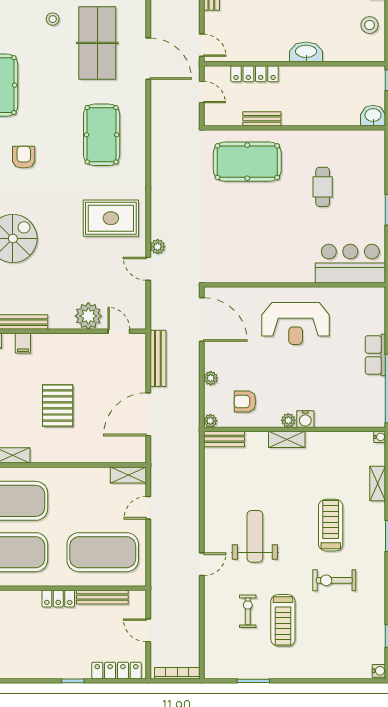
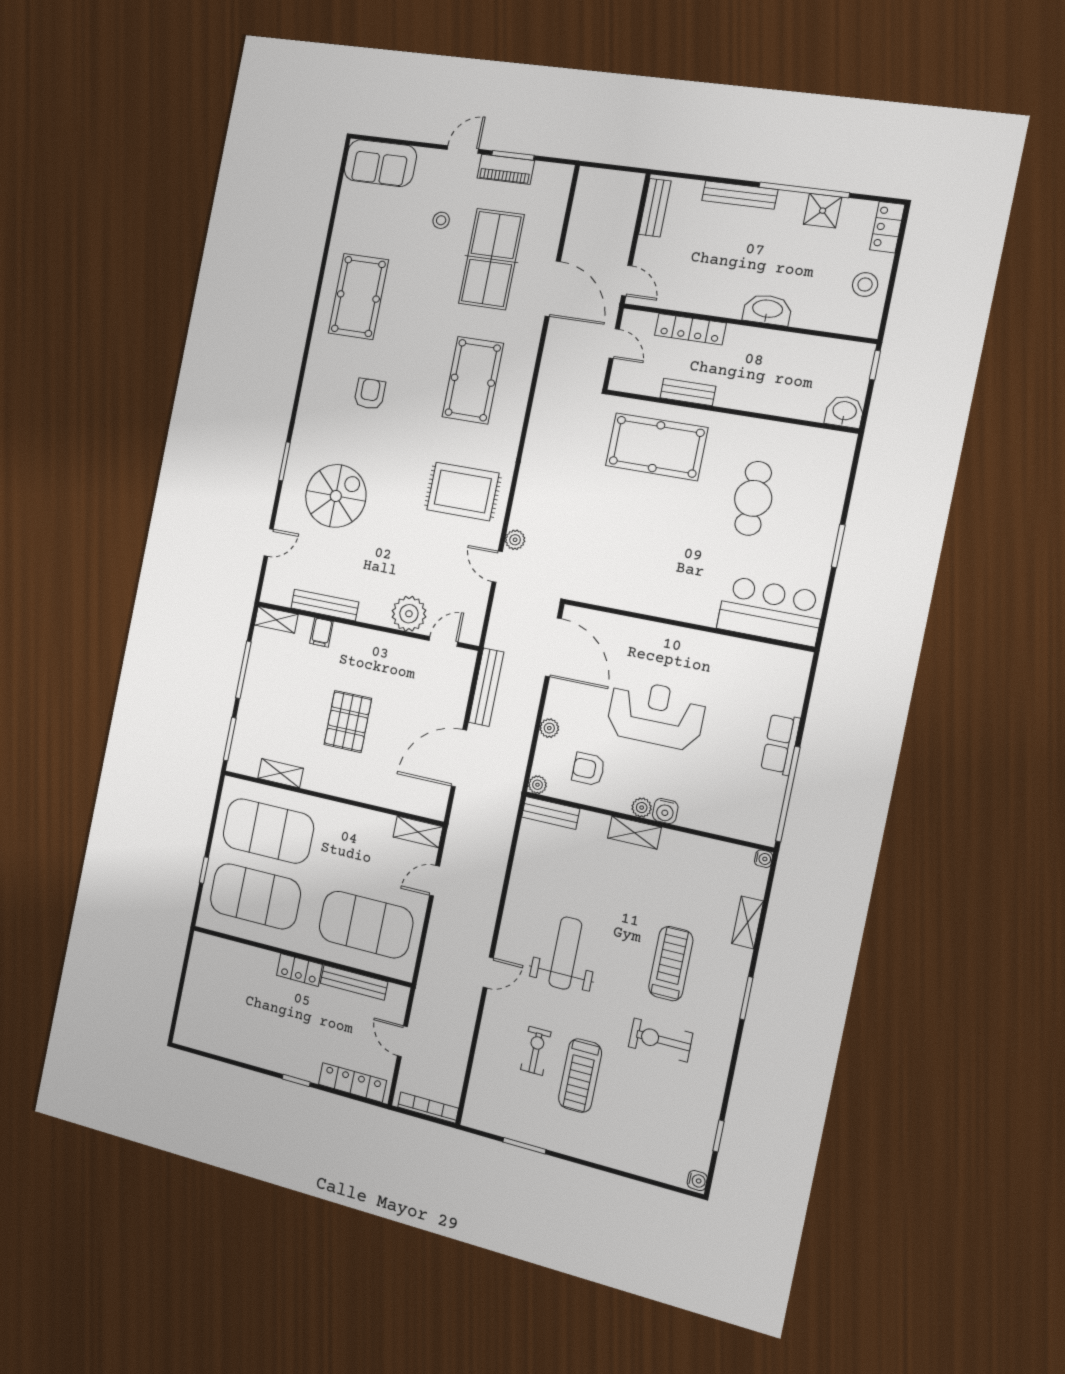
cafe table: (323, 187) -> (753, 498), width x1.37, depth x1.35
reception desk: (296, 323) -> (656, 714), moved, turned 180
door: (119, 331) -> (443, 641), hinge flipped

